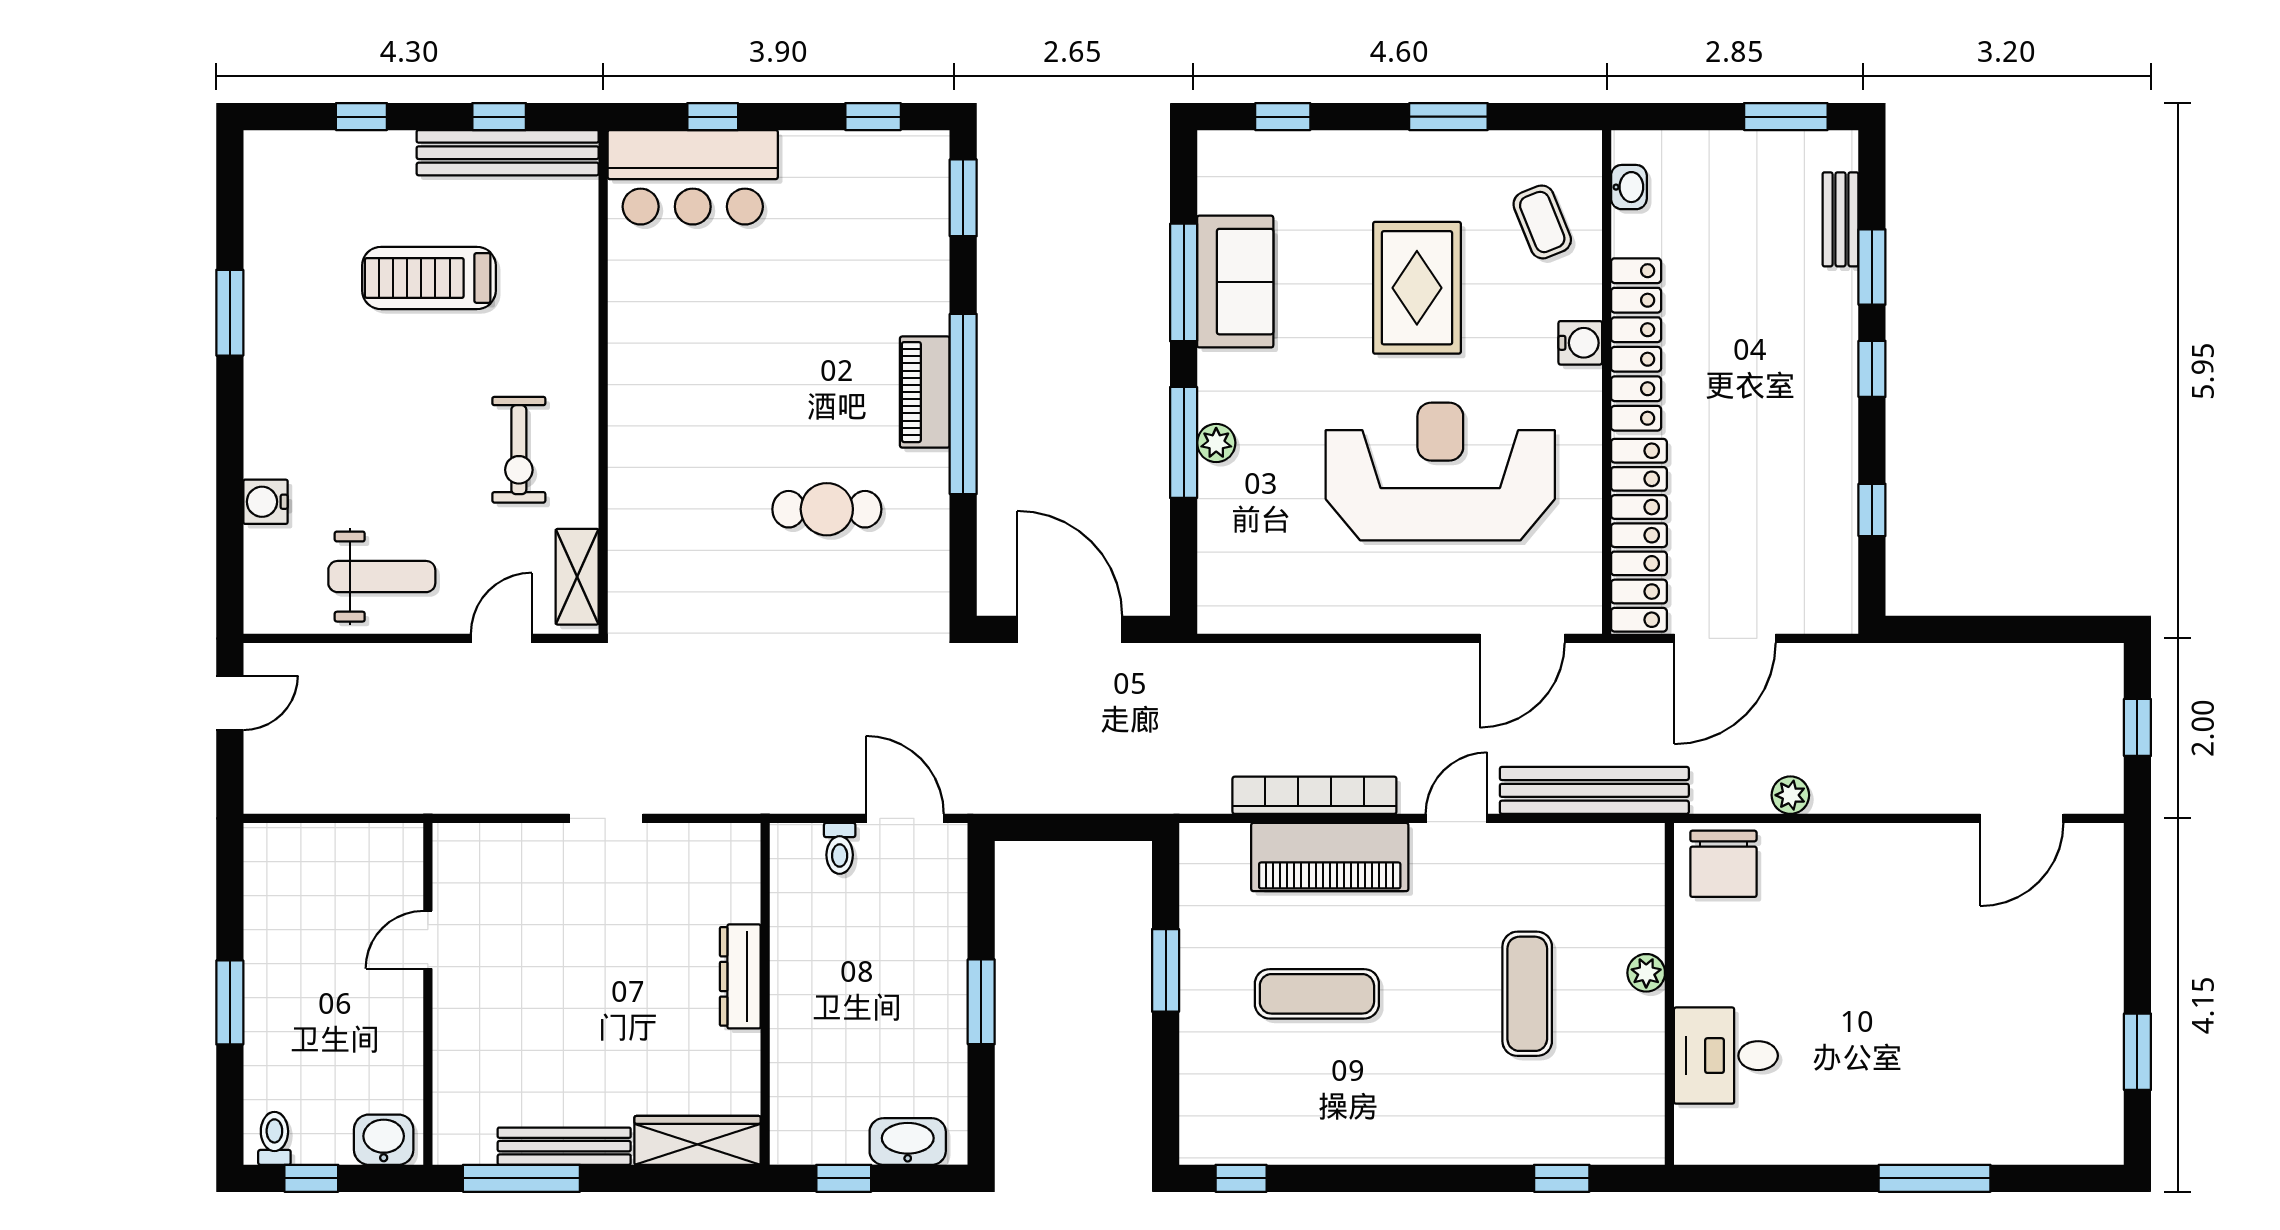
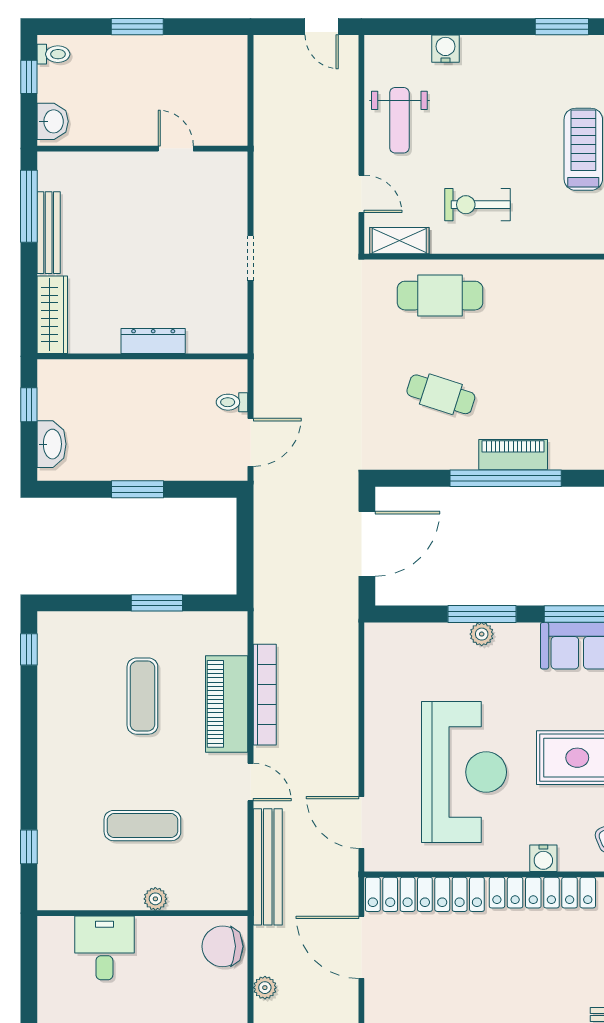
cafe table: (827, 509) -> (441, 394), turned -72
cafe table: (667, 511) -> (440, 296), added

